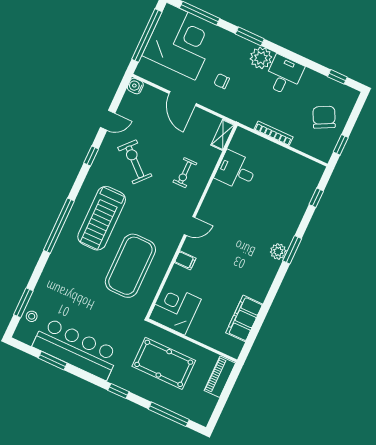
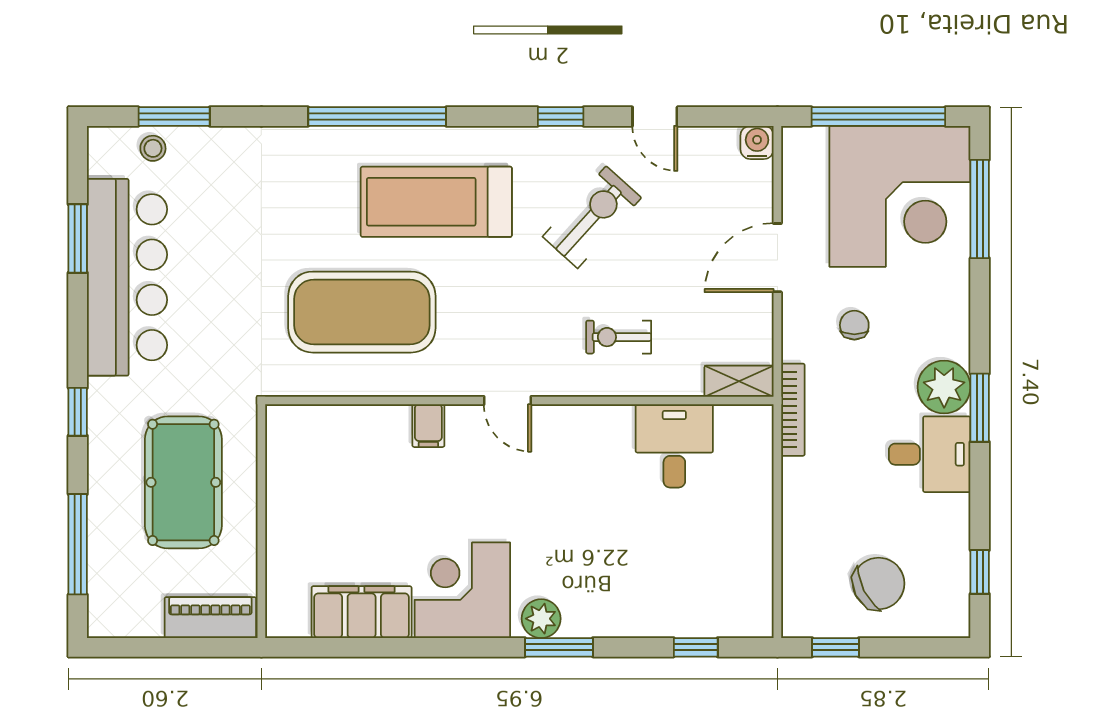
window: (250, 36) -> (980, 408), moved
bookcase: (273, 133) -> (793, 410), moved
corner desk: (175, 309) -> (462, 590), moved, turned -90

